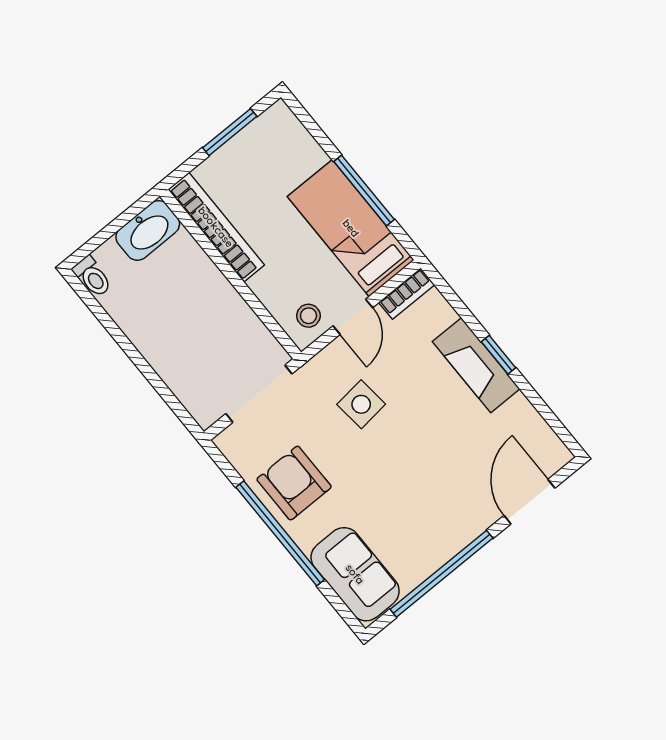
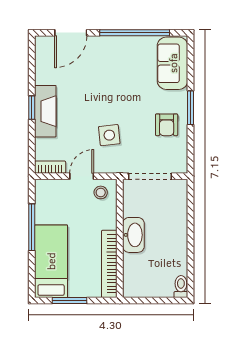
bed: (351, 228) -> (51, 261), moved, turned 180
washbasin: (148, 230) -> (133, 235), moved, turned 90
armchair: (294, 483) -> (167, 125), width x0.72, depth x0.72
window: (280, 533) -> (191, 108), width x0.47

